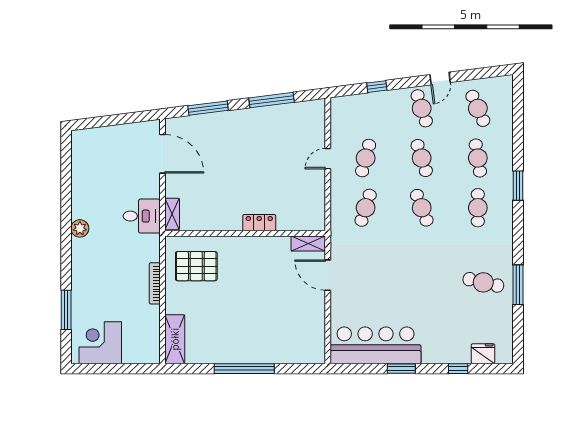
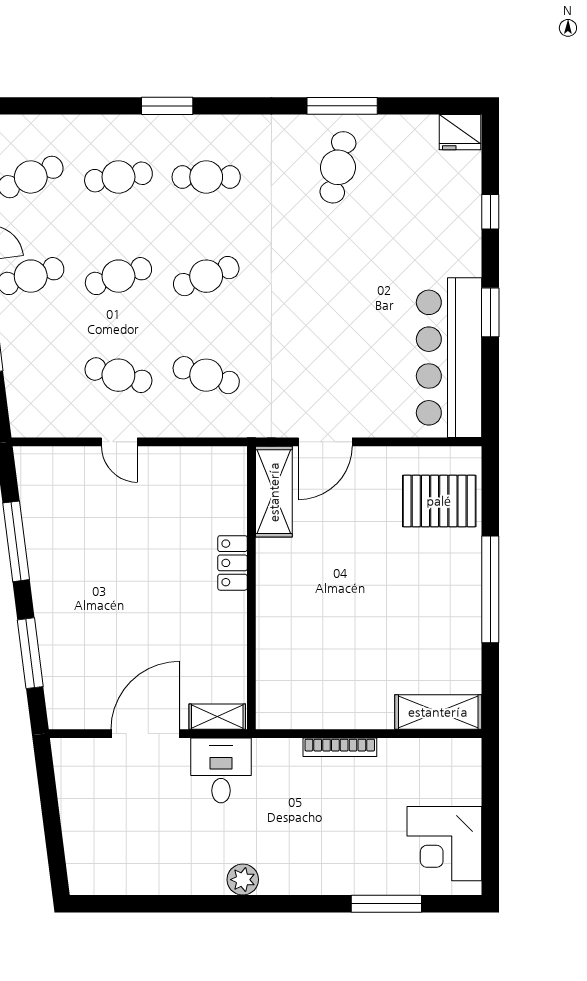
door: (163, 154) -> (145, 734), moved
shelving: (308, 243) -> (274, 492), width x1.50, depth x1.33
pallet: (196, 266) -> (439, 501), moved, turned 90
fridge: (483, 354) -> (460, 132), moved, turned -90

